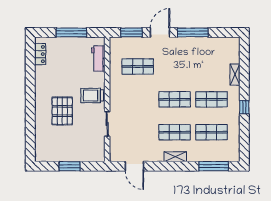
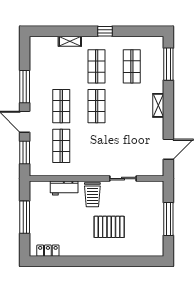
workbench: (98, 59) -> (64, 188), moved
shop shelf: (175, 132) -> (61, 106), moved
window: (70, 166) -> (168, 219), width x1.44

